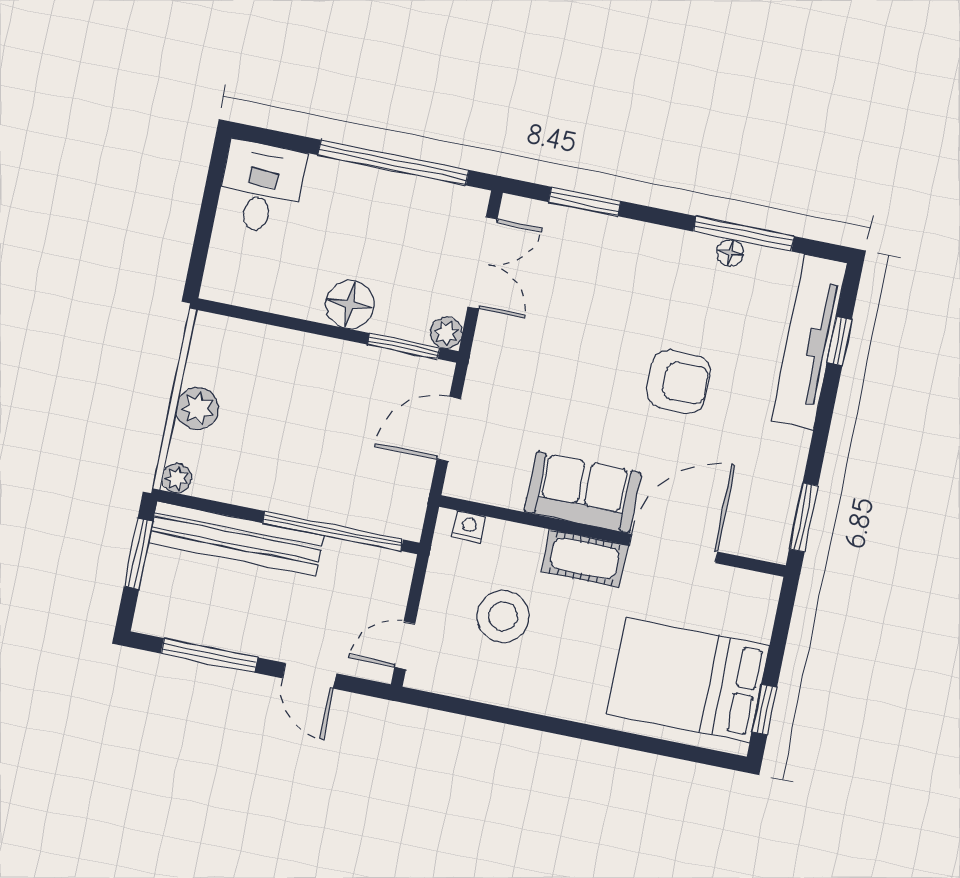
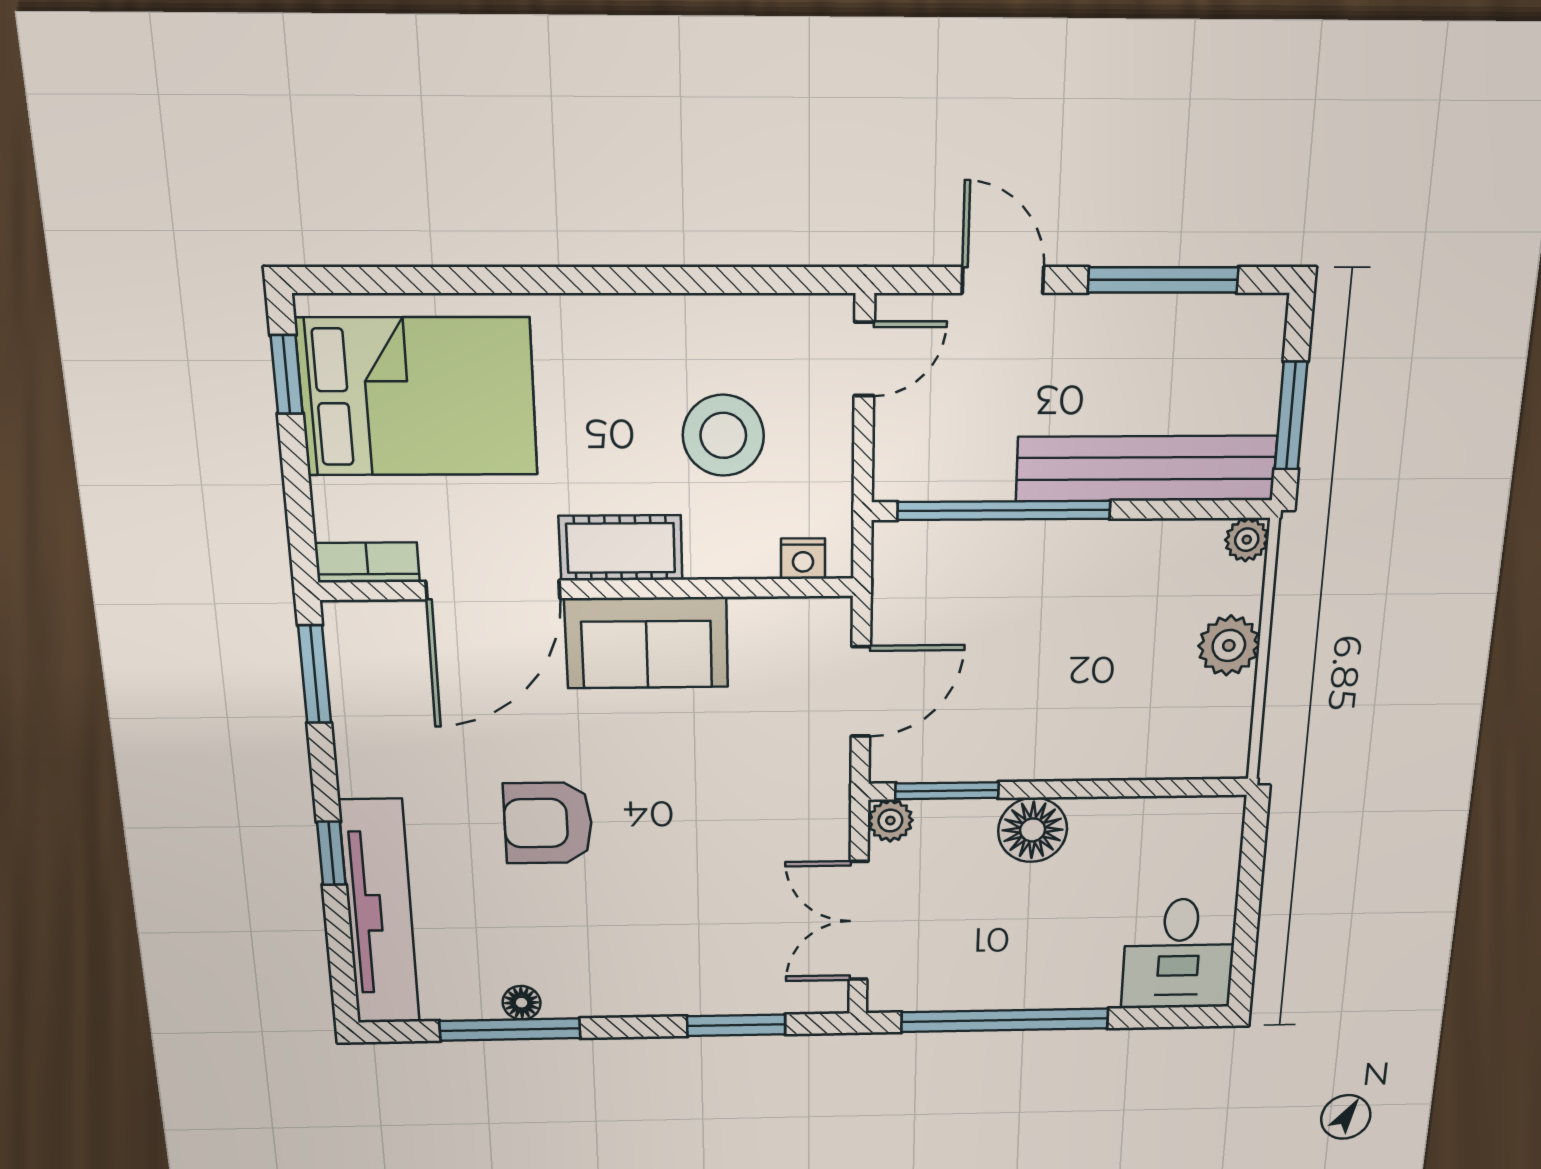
window: (839, 341) -> (331, 853), moved
bookcase: (749, 583) -> (367, 562), added

